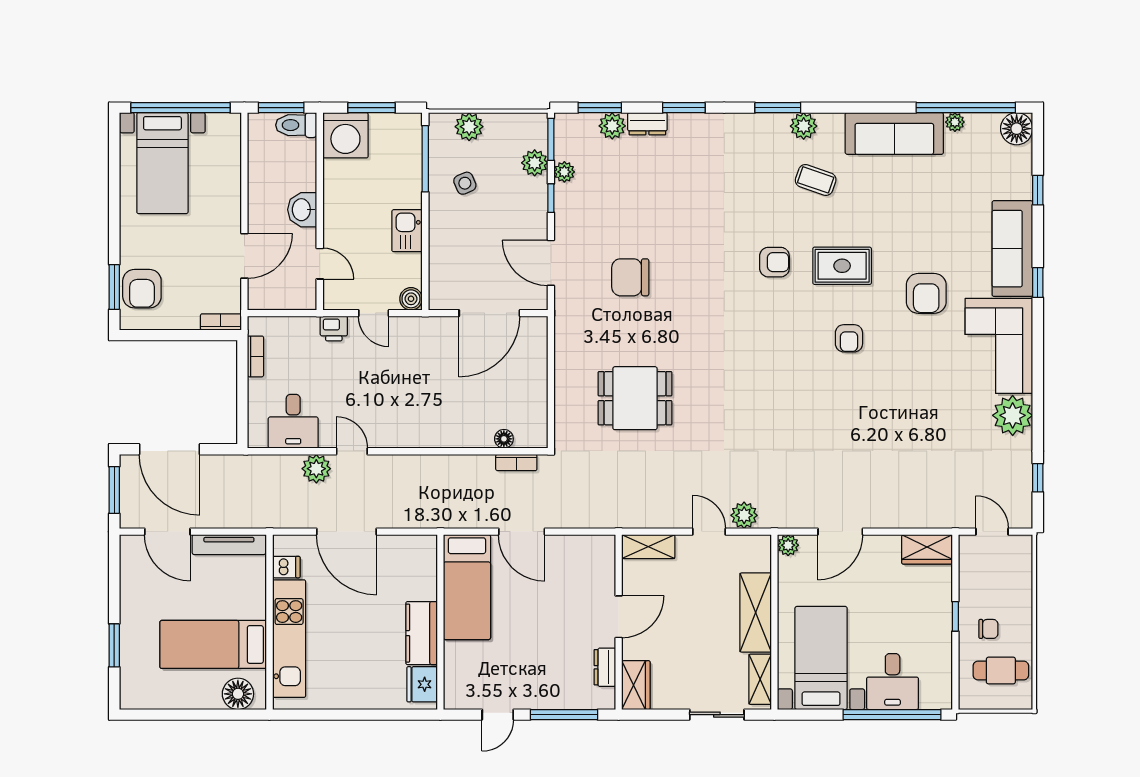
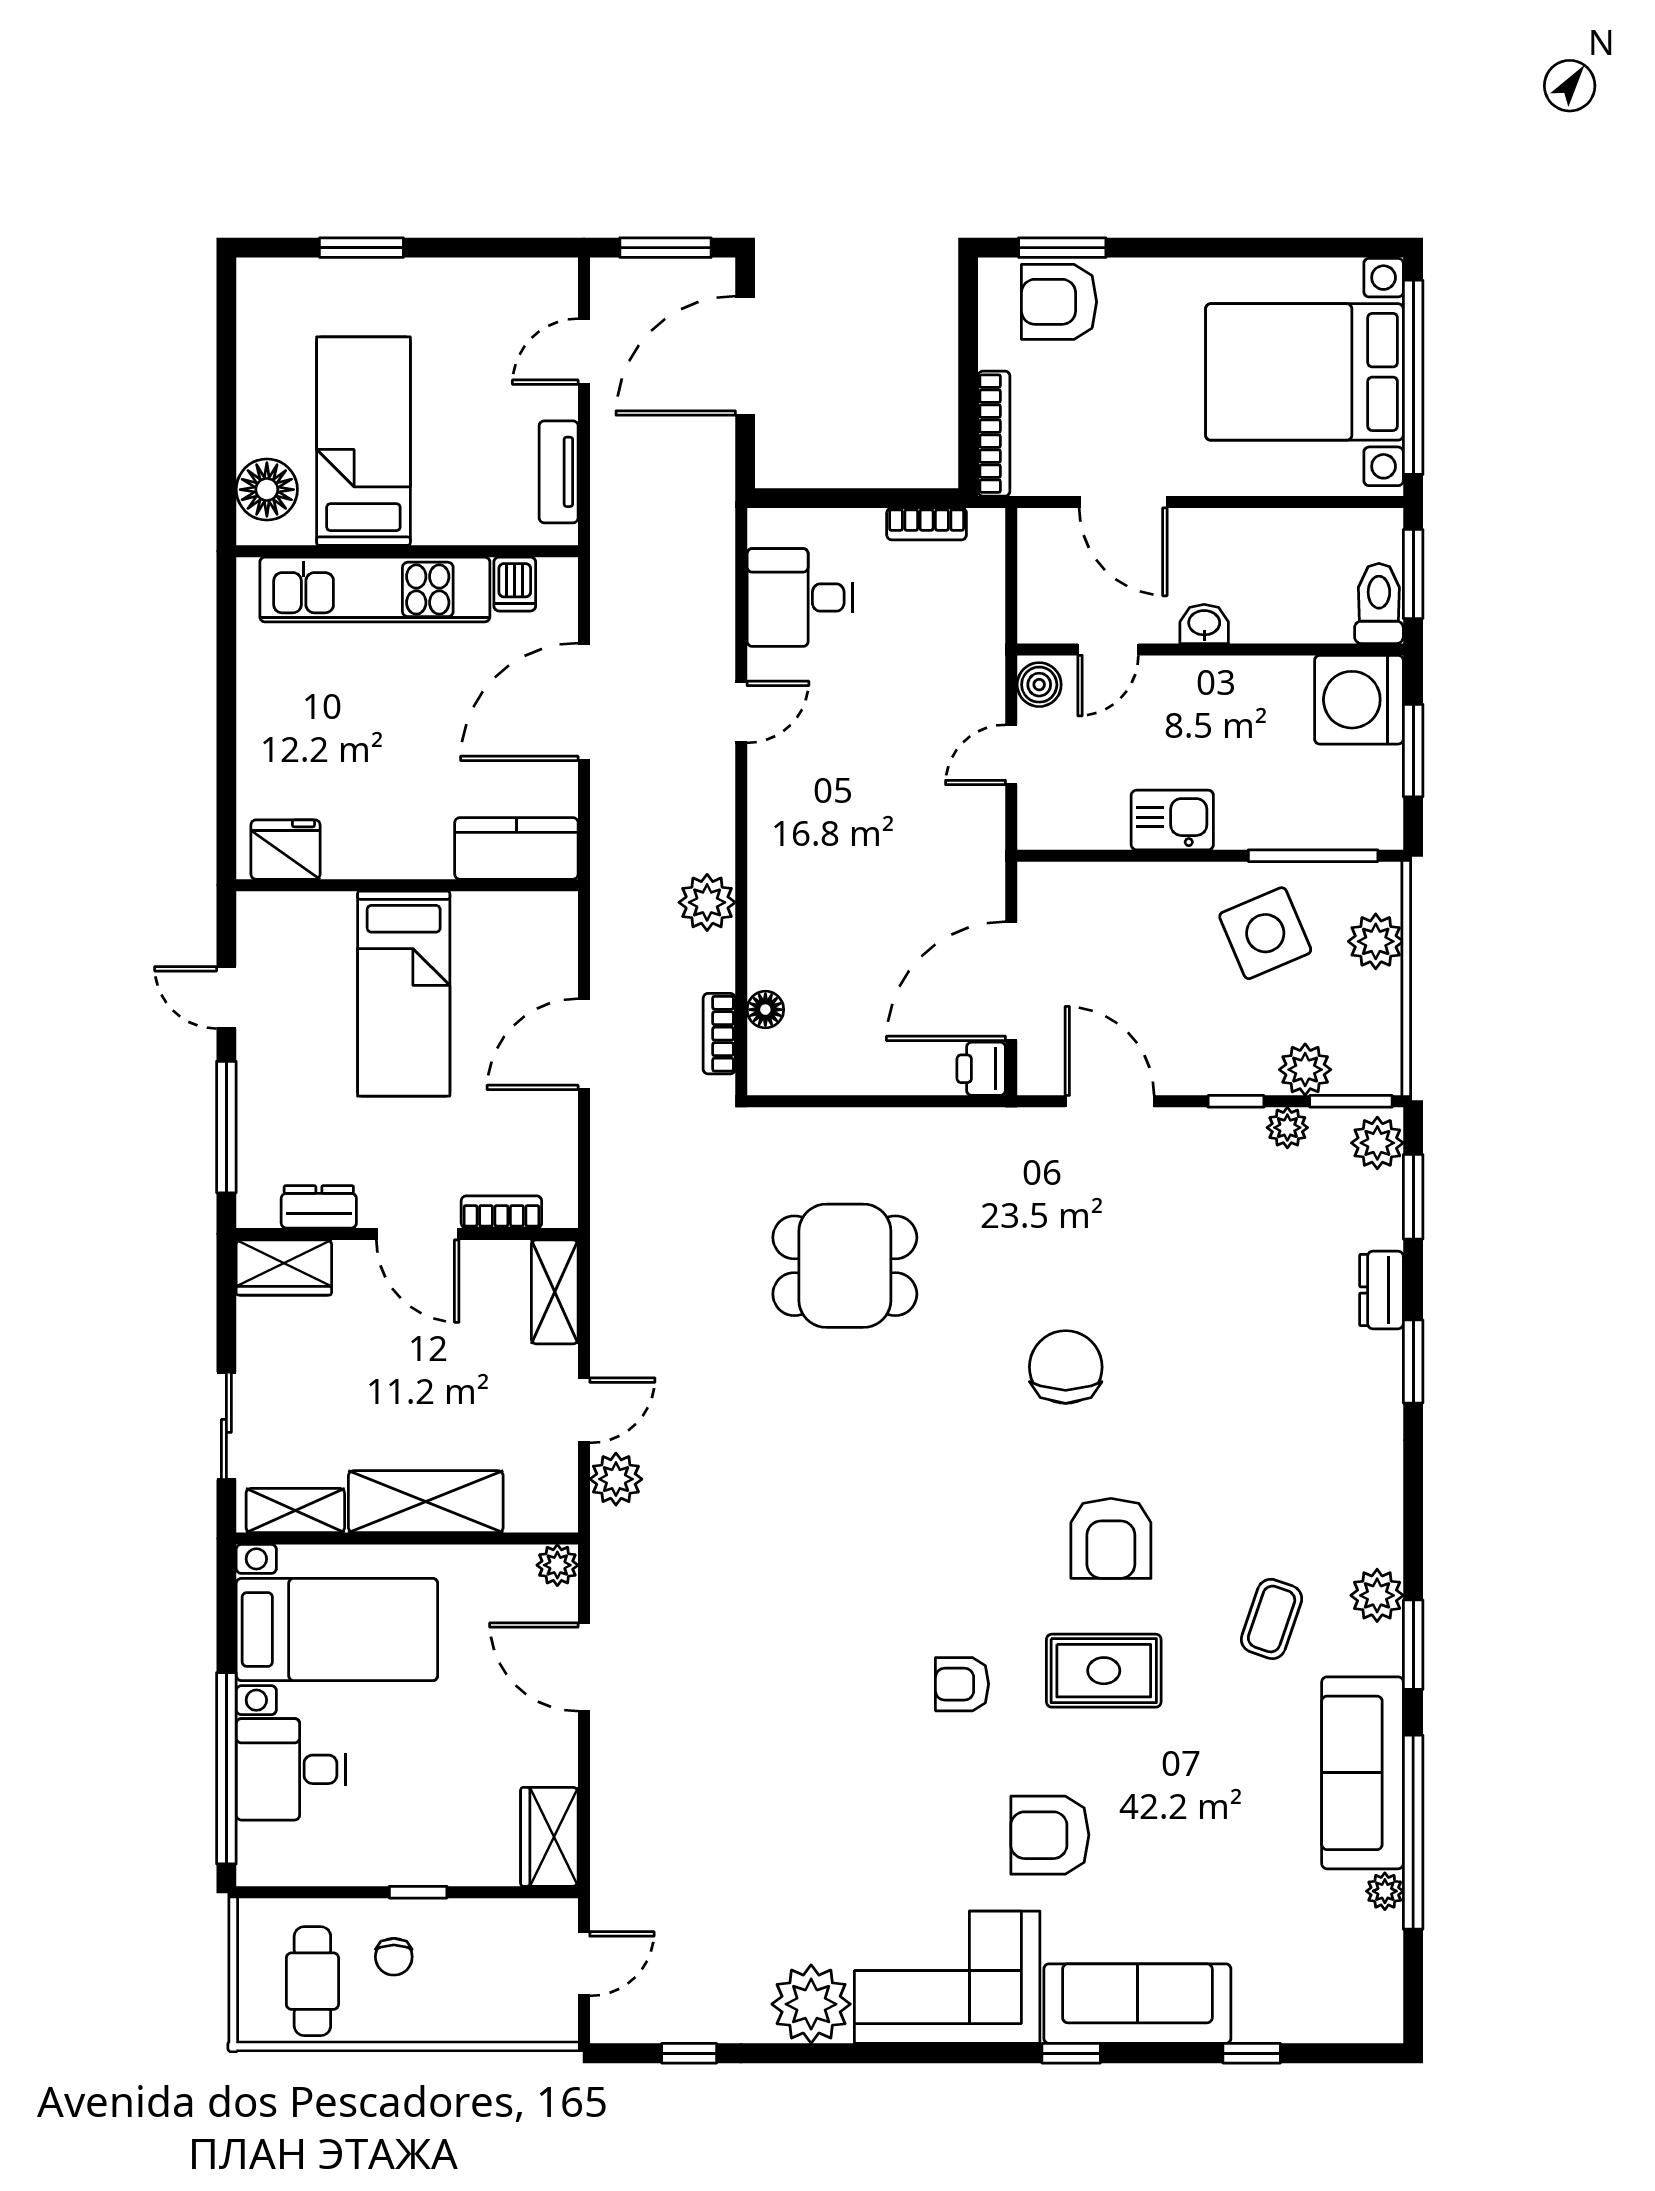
window: (778, 108) -> (1413, 1645), moved
window: (966, 108) -> (1413, 1832), moved
plant: (612, 126) -> (1377, 1143), moved
floor lamp: (1017, 129) -> (1372, 2012), removed
bed with nightstands: (162, 163) -> (1304, 372), width x1.36
side table: (465, 183) -> (1265, 933), width x1.87, depth x1.87
washbasin: (302, 210) -> (1204, 624), width x0.72, depth x0.69
armchair: (774, 262) -> (1111, 1538), width x1.38, depth x1.38
door: (551, 263) -> (1110, 1101), hinge flipped
rug: (842, 266) -> (1104, 1671), turned 90
chair: (630, 277) -> (1066, 1367), moved
boiler: (411, 299) -> (1039, 685), moved
door: (489, 313) -> (1011, 981), hinge flipped
bookcase: (221, 322) -> (994, 434), width x1.56
printer: (334, 328) -> (981, 1069), moved
dining table: (635, 398) -> (845, 1266), turned 90
plant: (316, 469) -> (707, 902), moved
door: (167, 532) -> (584, 351), width x0.73
tv unit: (229, 545) -> (559, 472), width x0.71
bookcase: (607, 574) -> (501, 1212), added
bed: (467, 587) -> (404, 994), moved, turned -90
kitchen counter: (422, 633) -> (516, 848), moved

